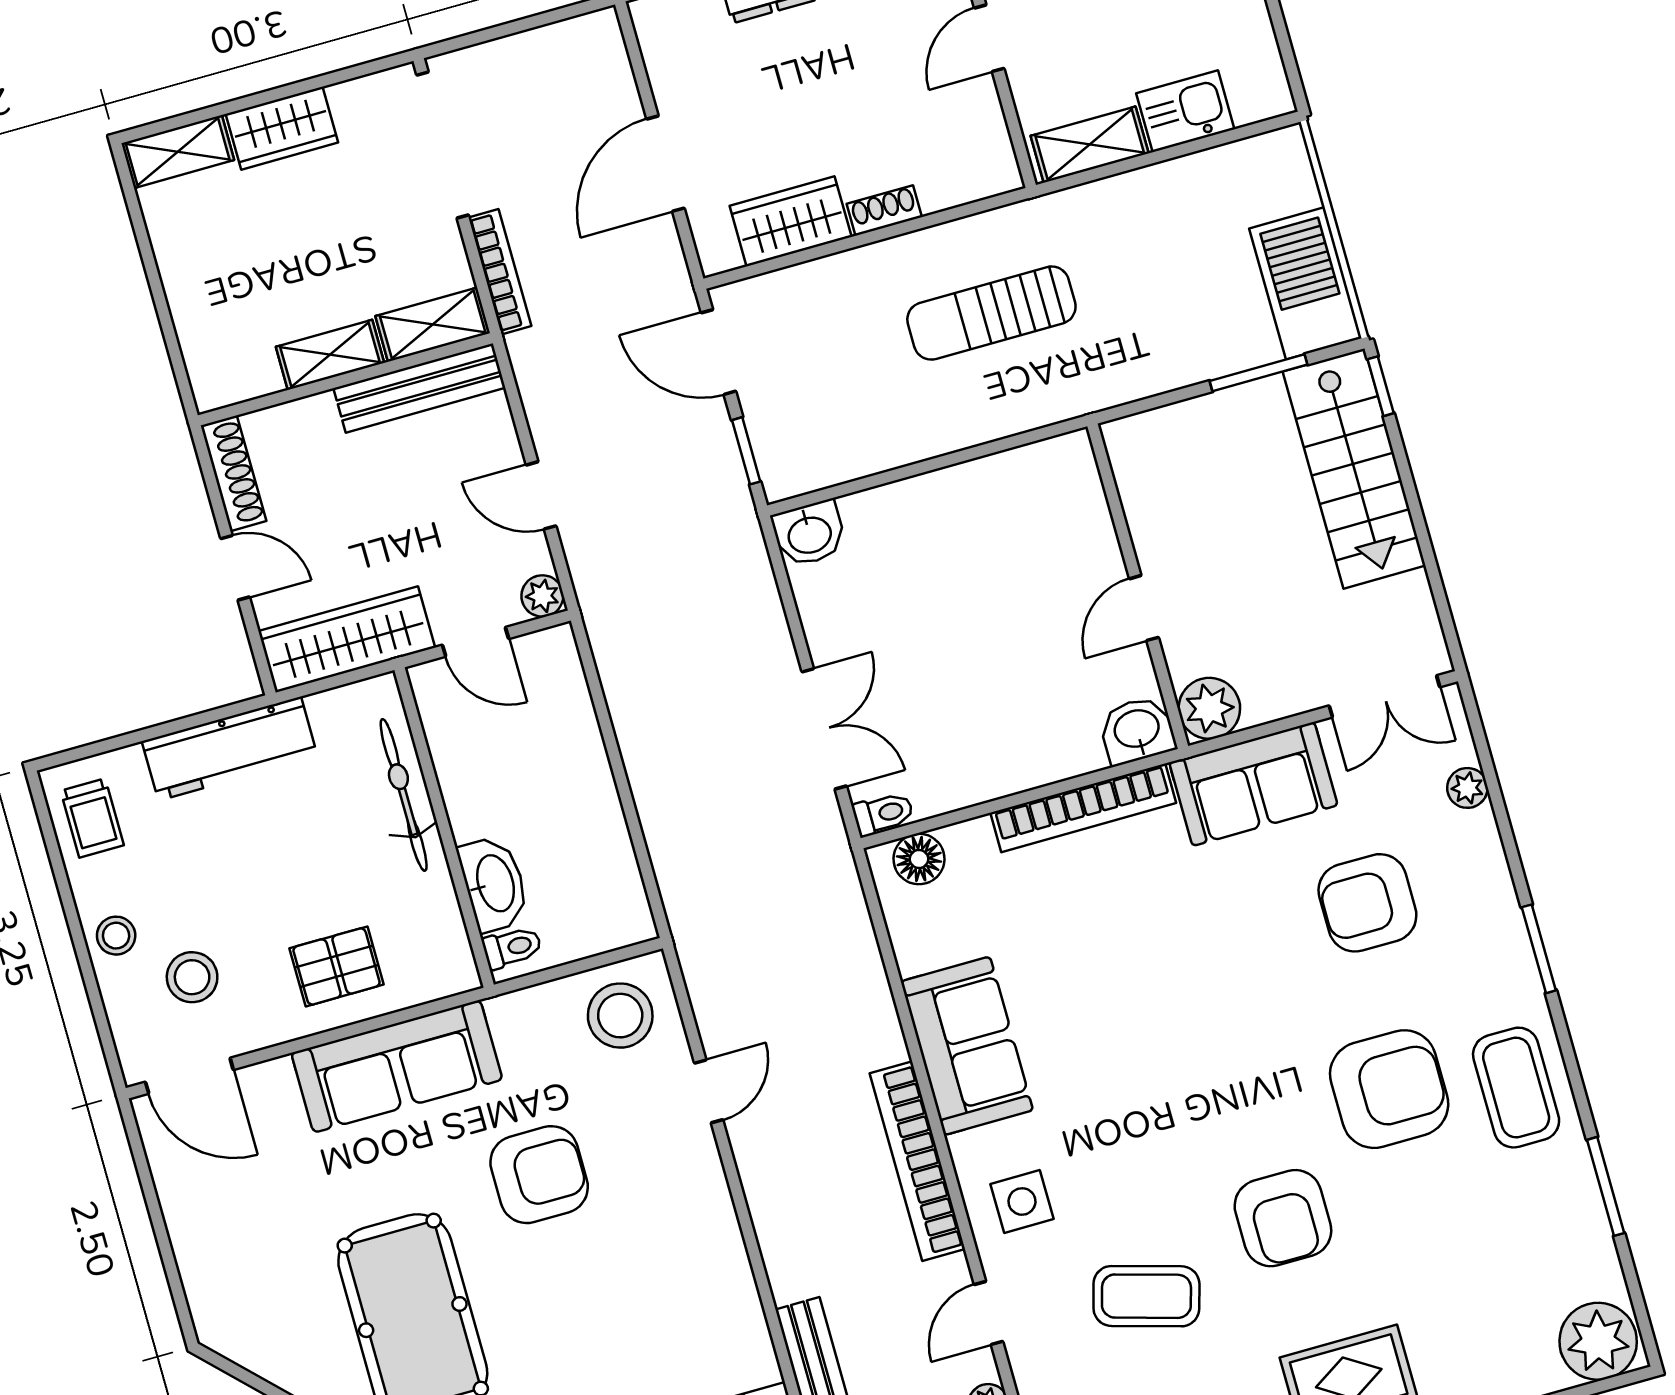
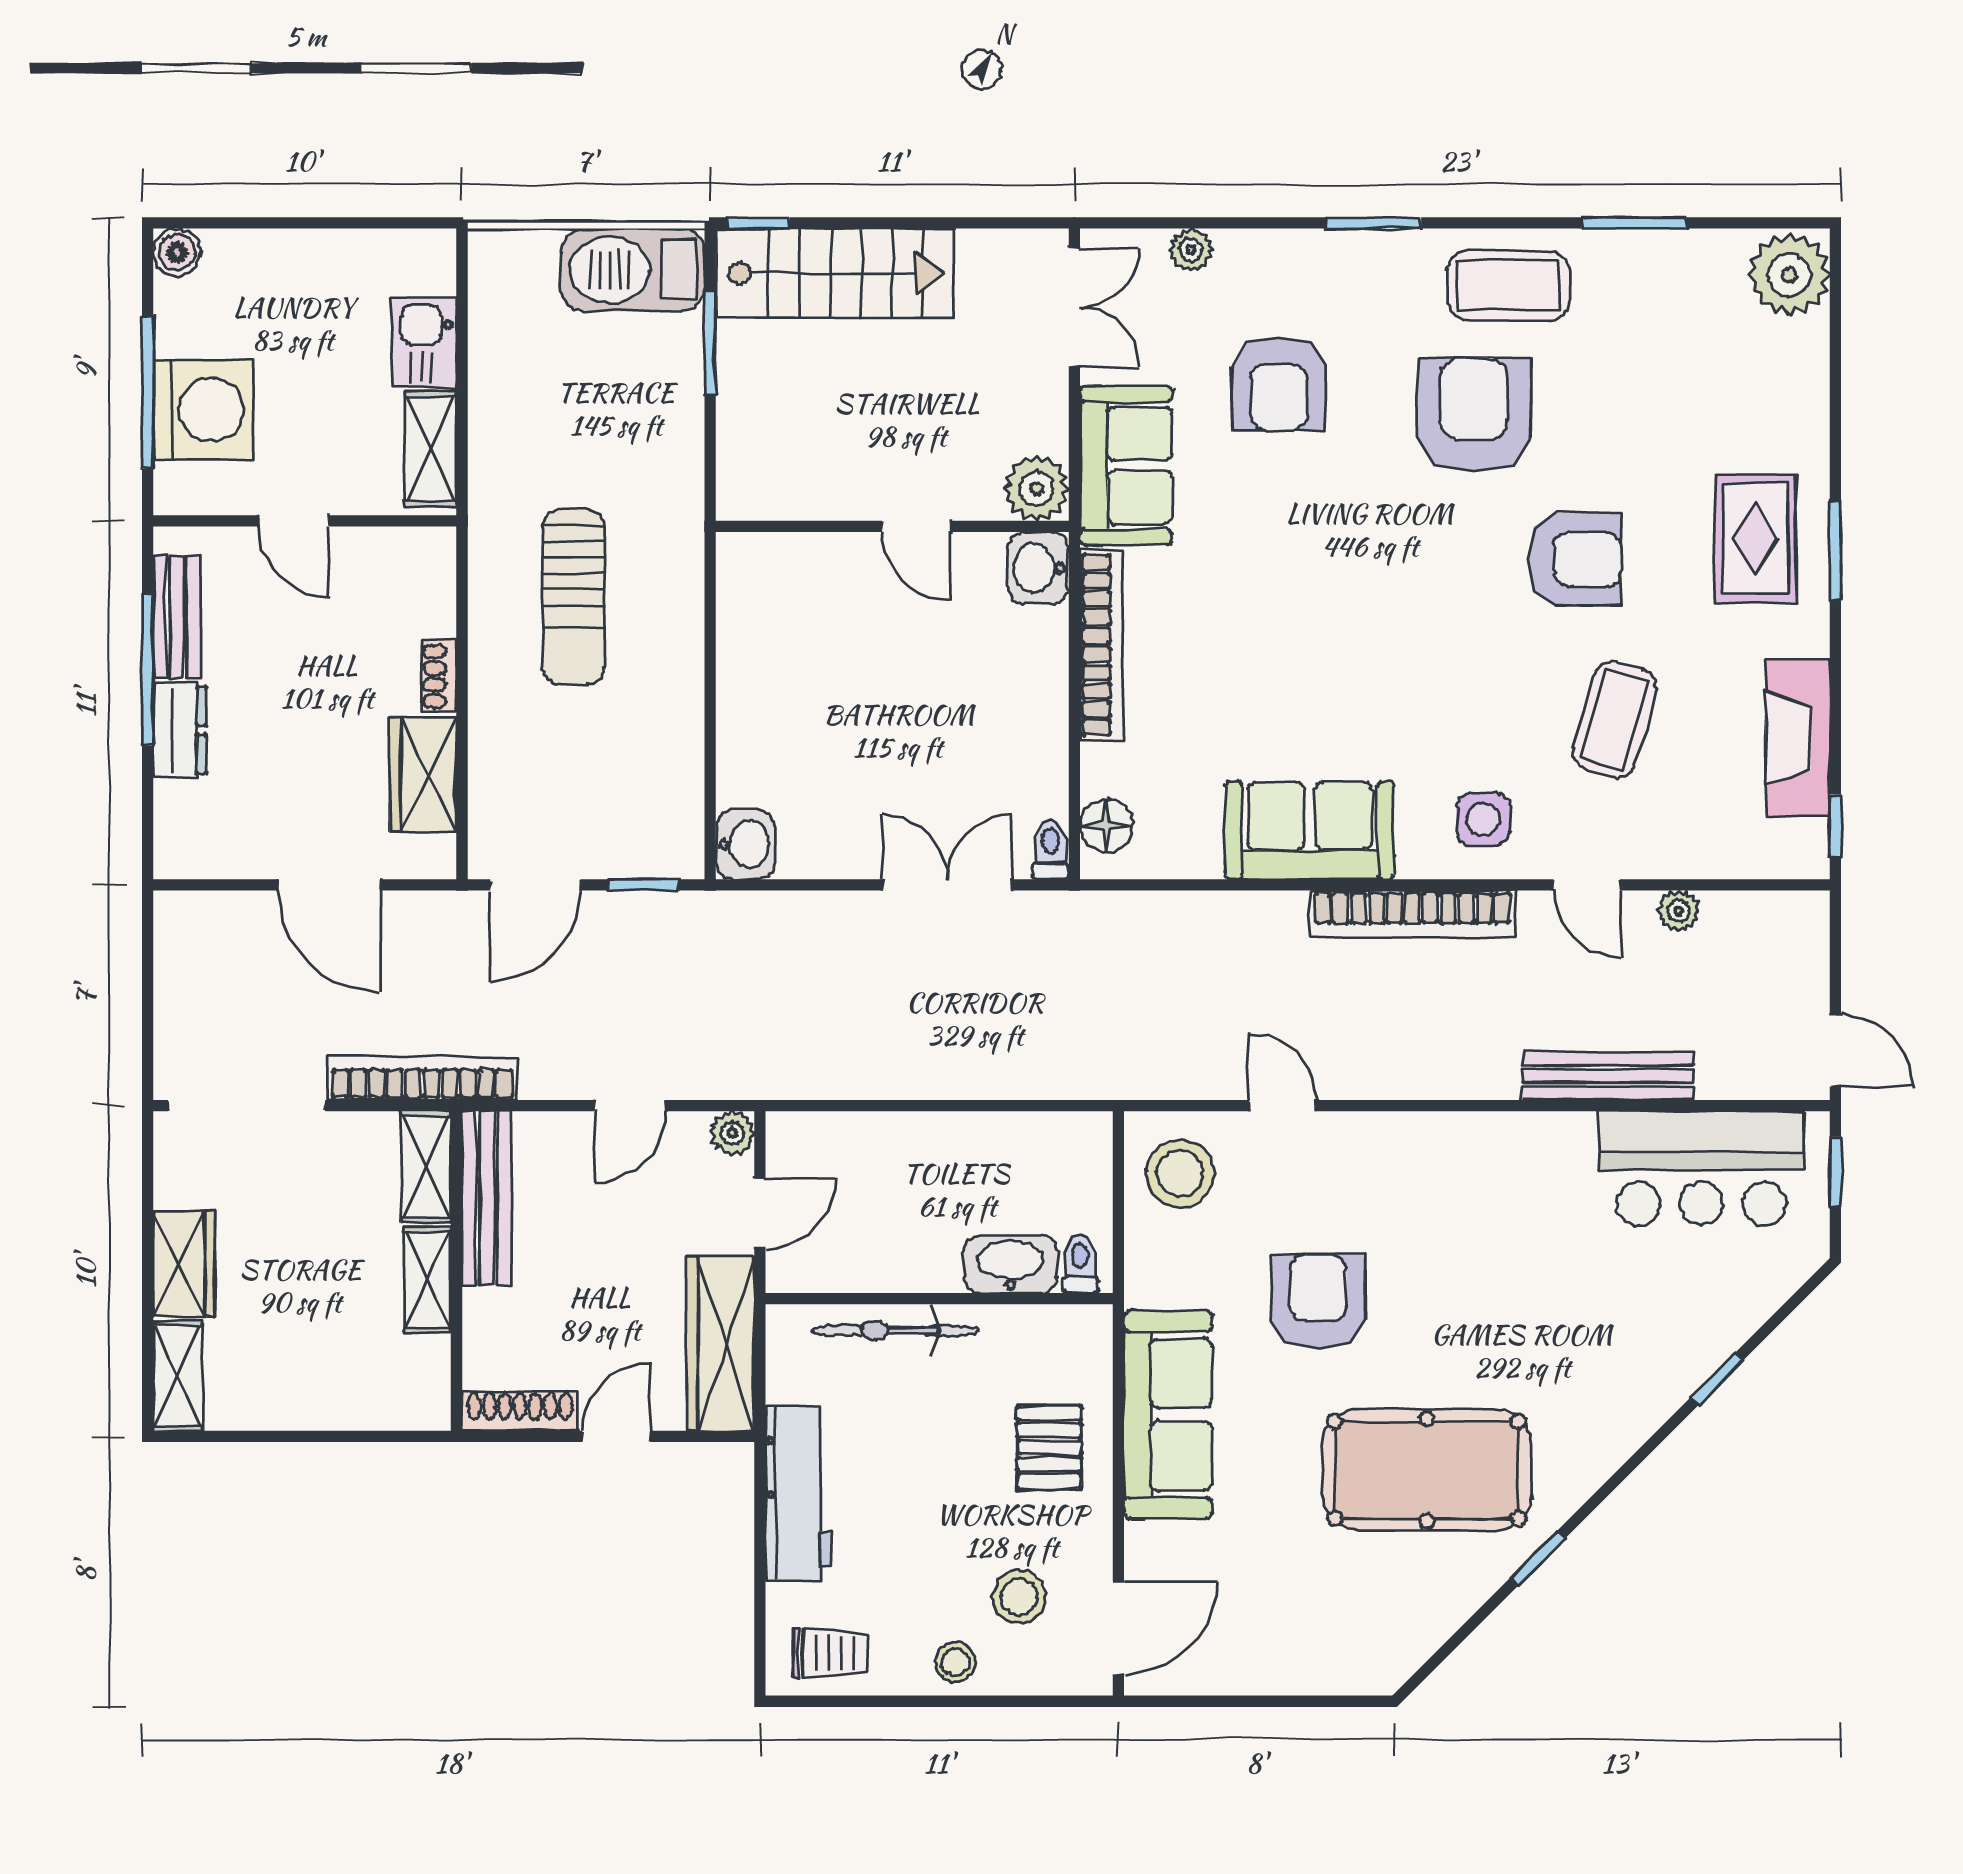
bookcase: (500, 272) -> (422, 1078), width x1.48, depth x1.31

